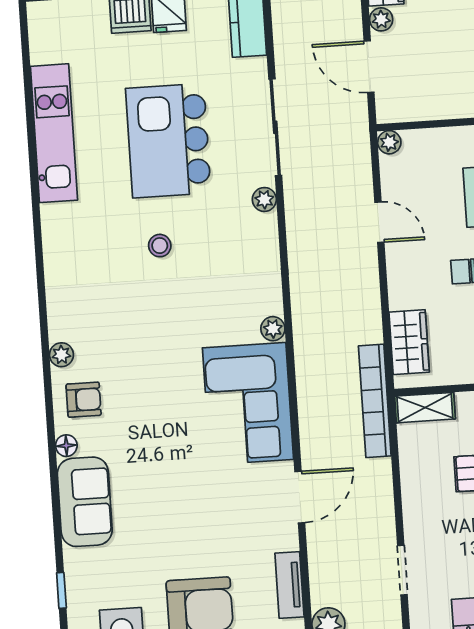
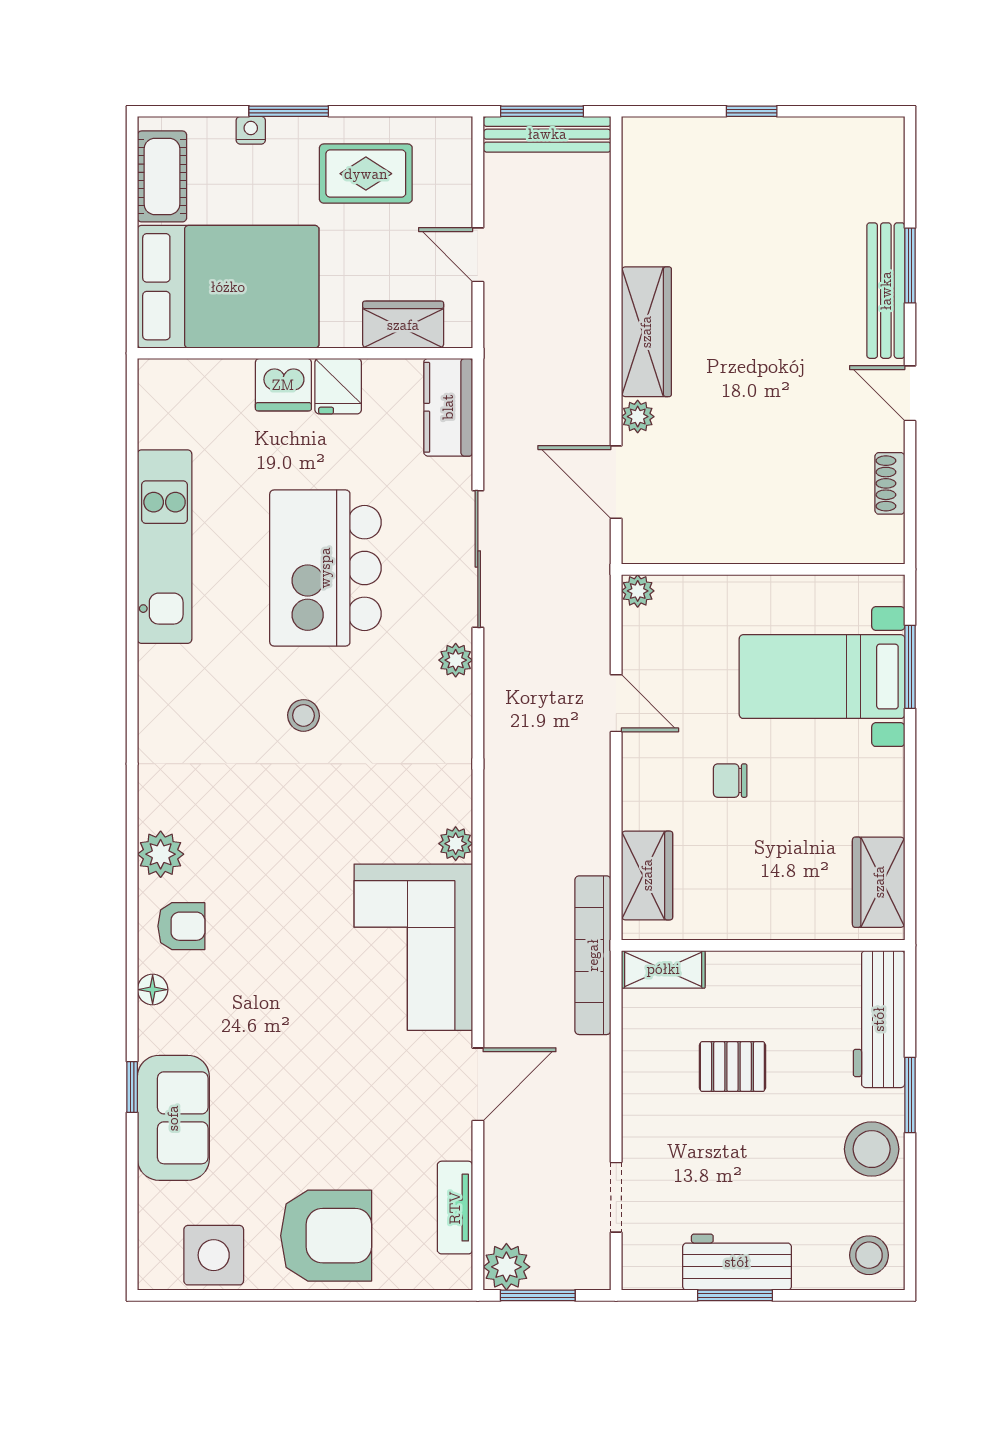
plant: (61, 355) -> (161, 854), width x1.38, depth x1.38
sofa: (85, 502) -> (173, 1118), moved
window: (61, 590) -> (132, 1087), moved

